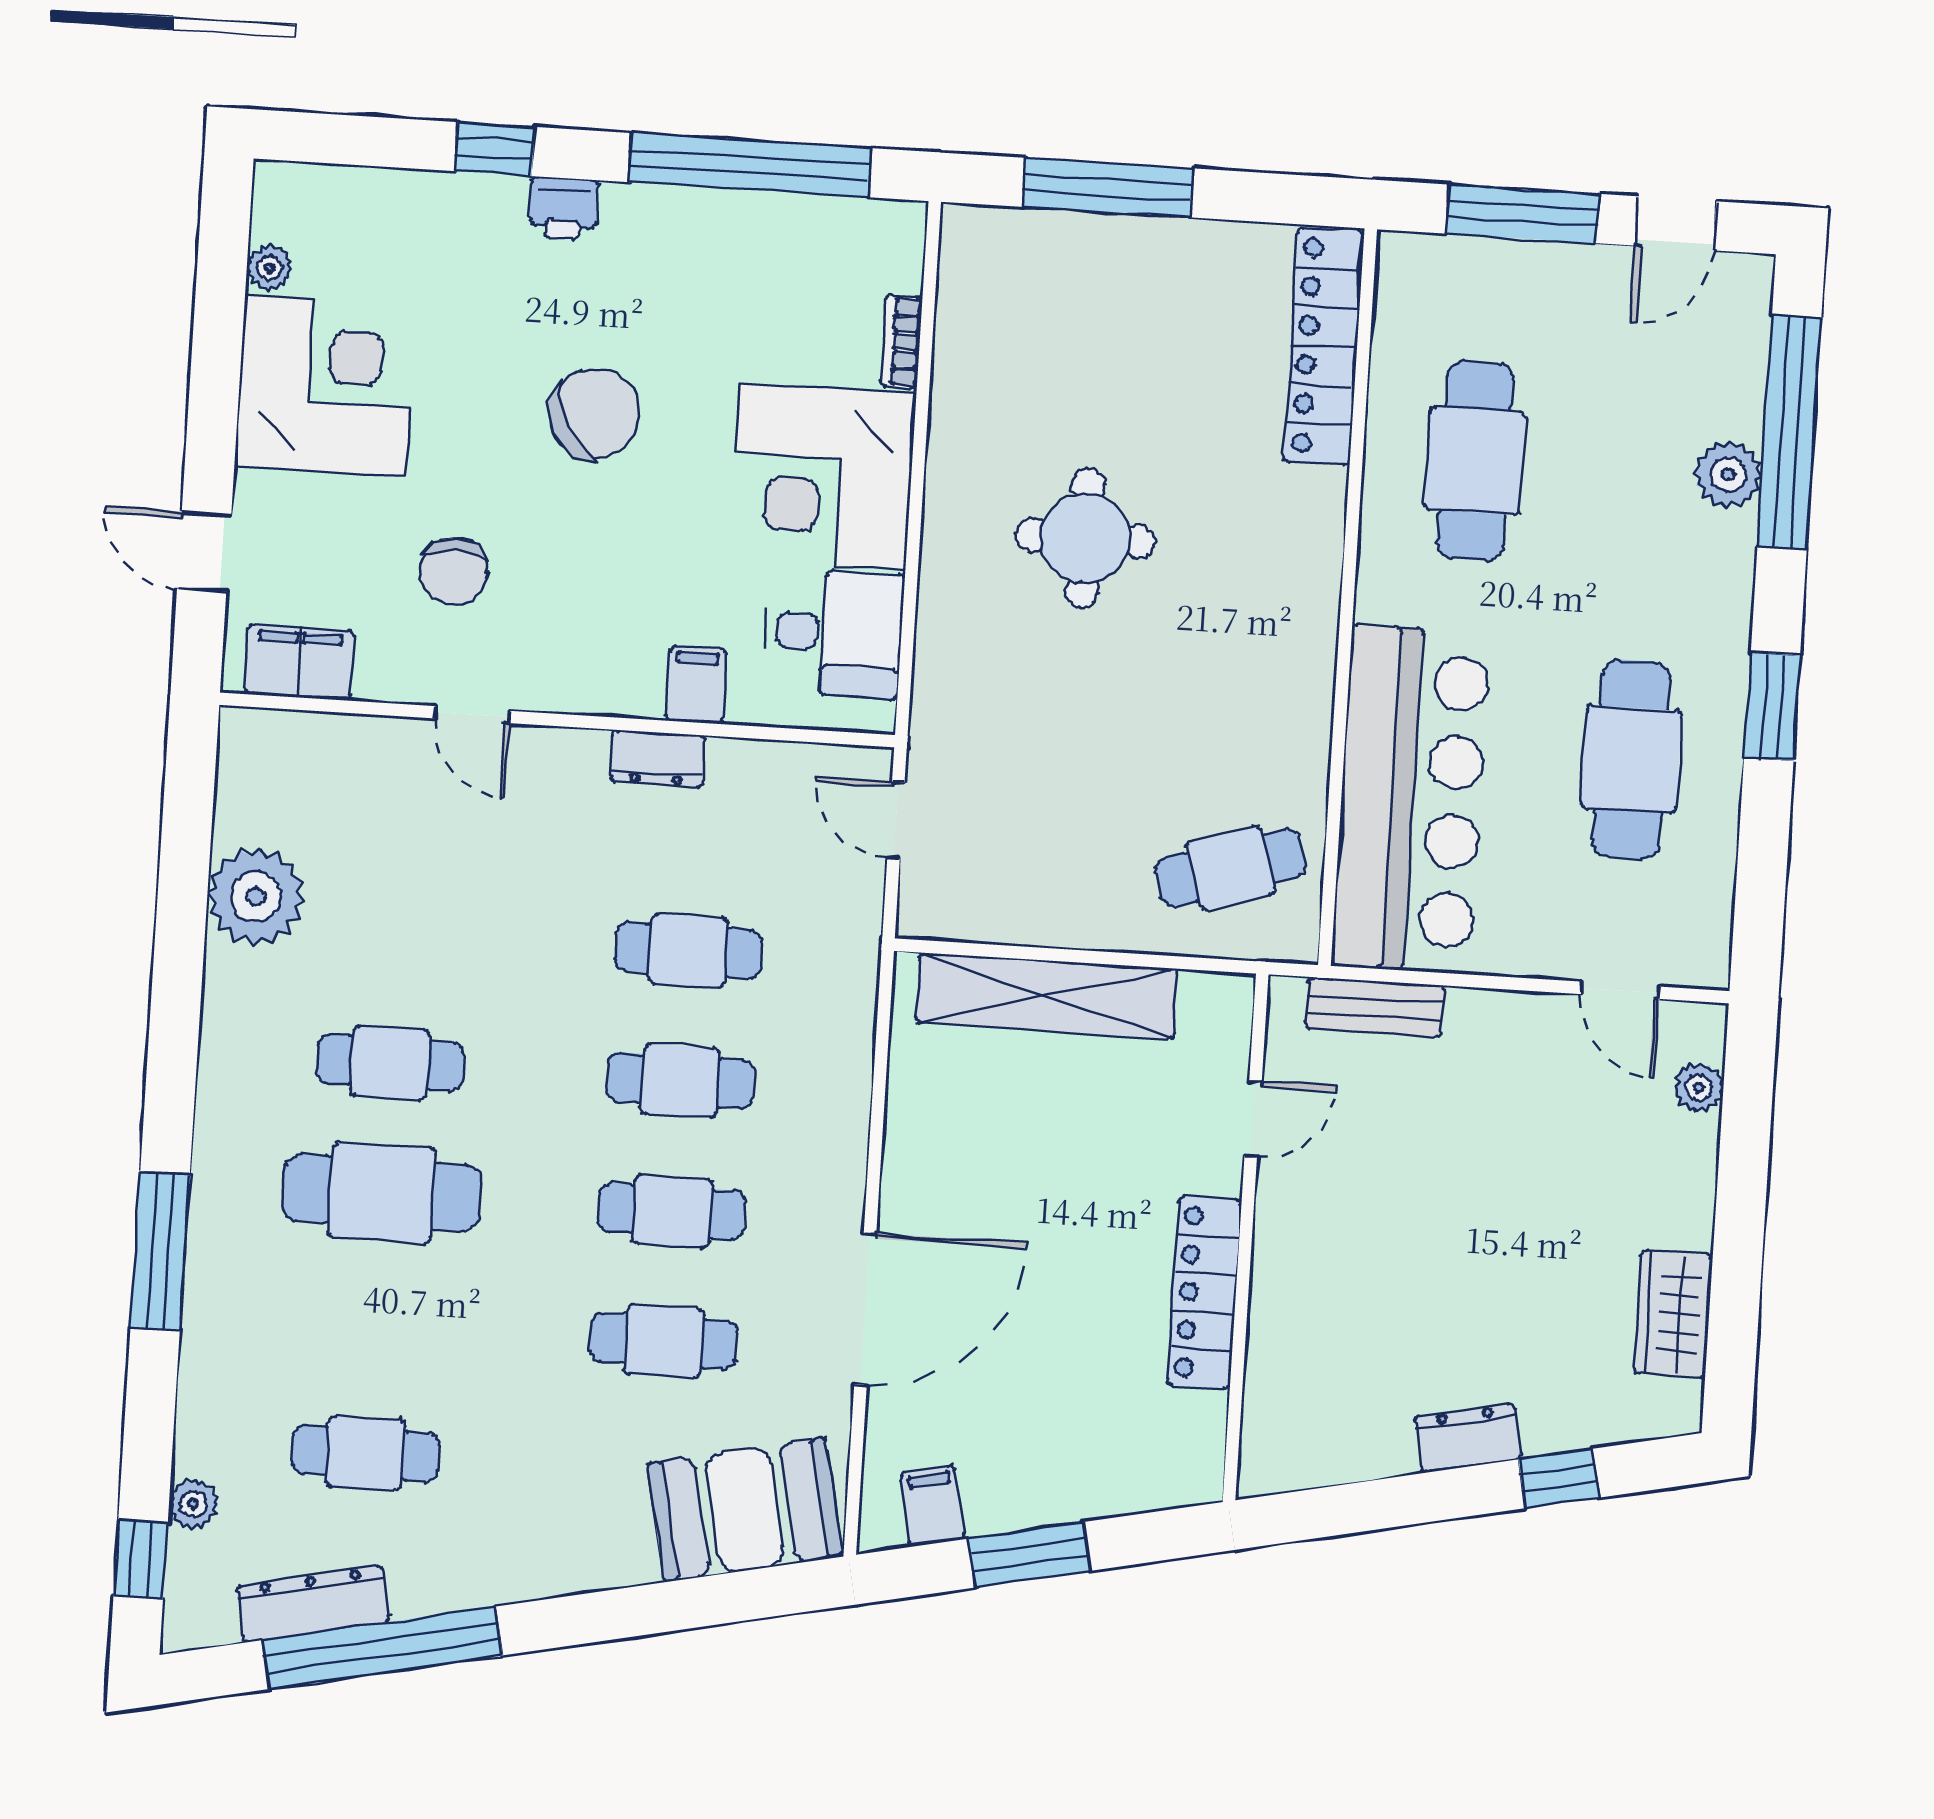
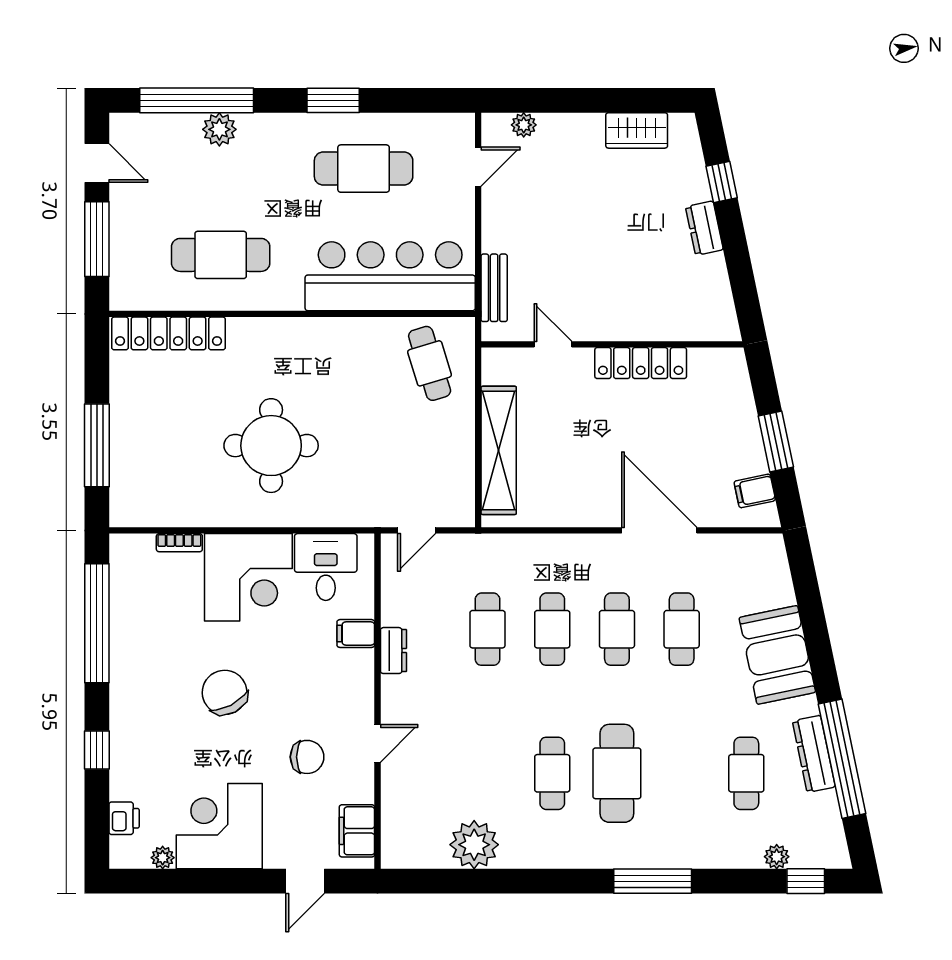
printer: (564, 208) -> (124, 818), moved
round table: (1085, 538) -> (271, 446), width x1.36, depth x1.36
booth: (745, 1510) -> (777, 655), moved
dresser: (313, 1604) -> (814, 754), moved

